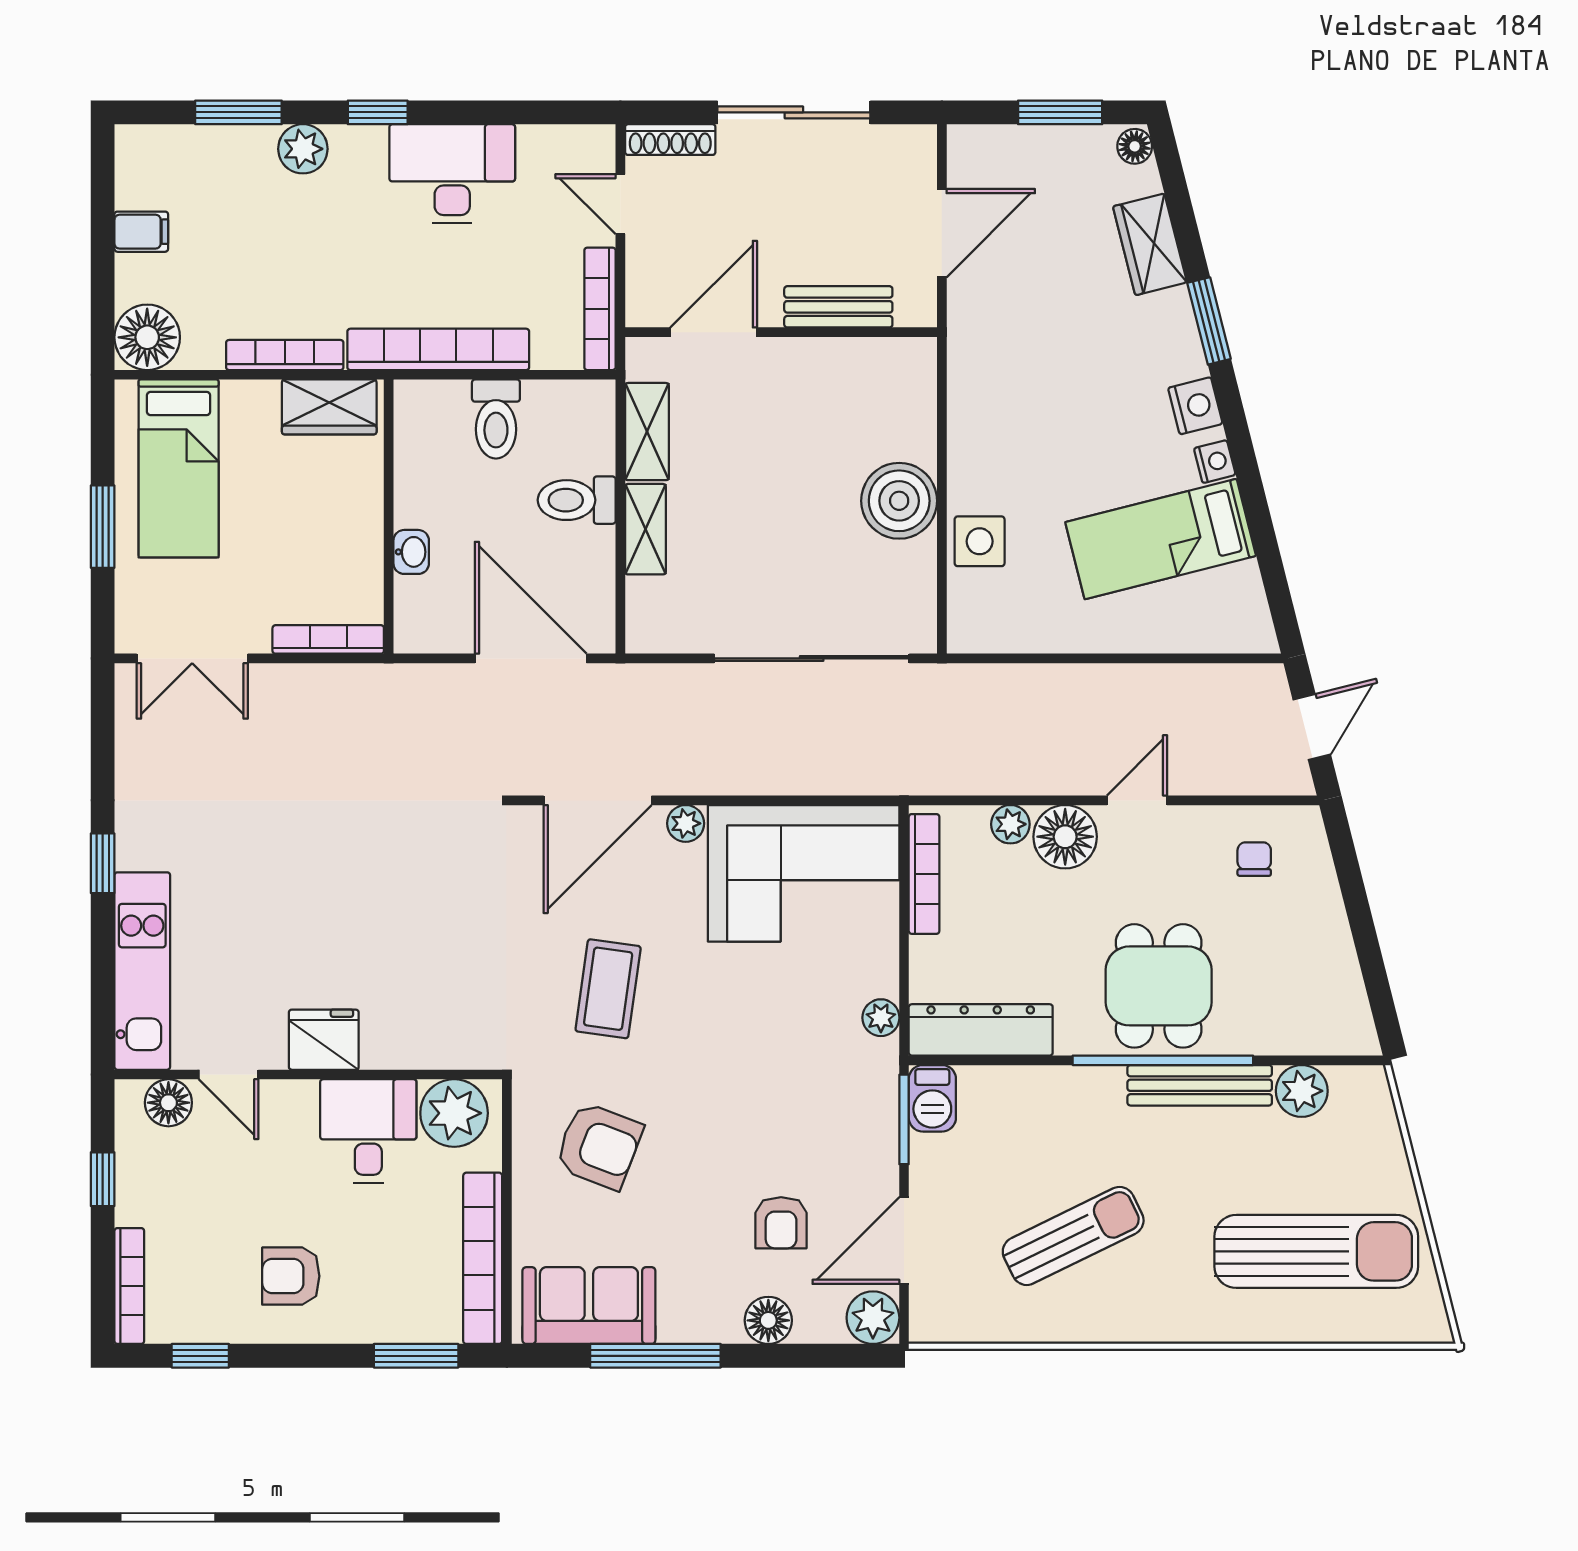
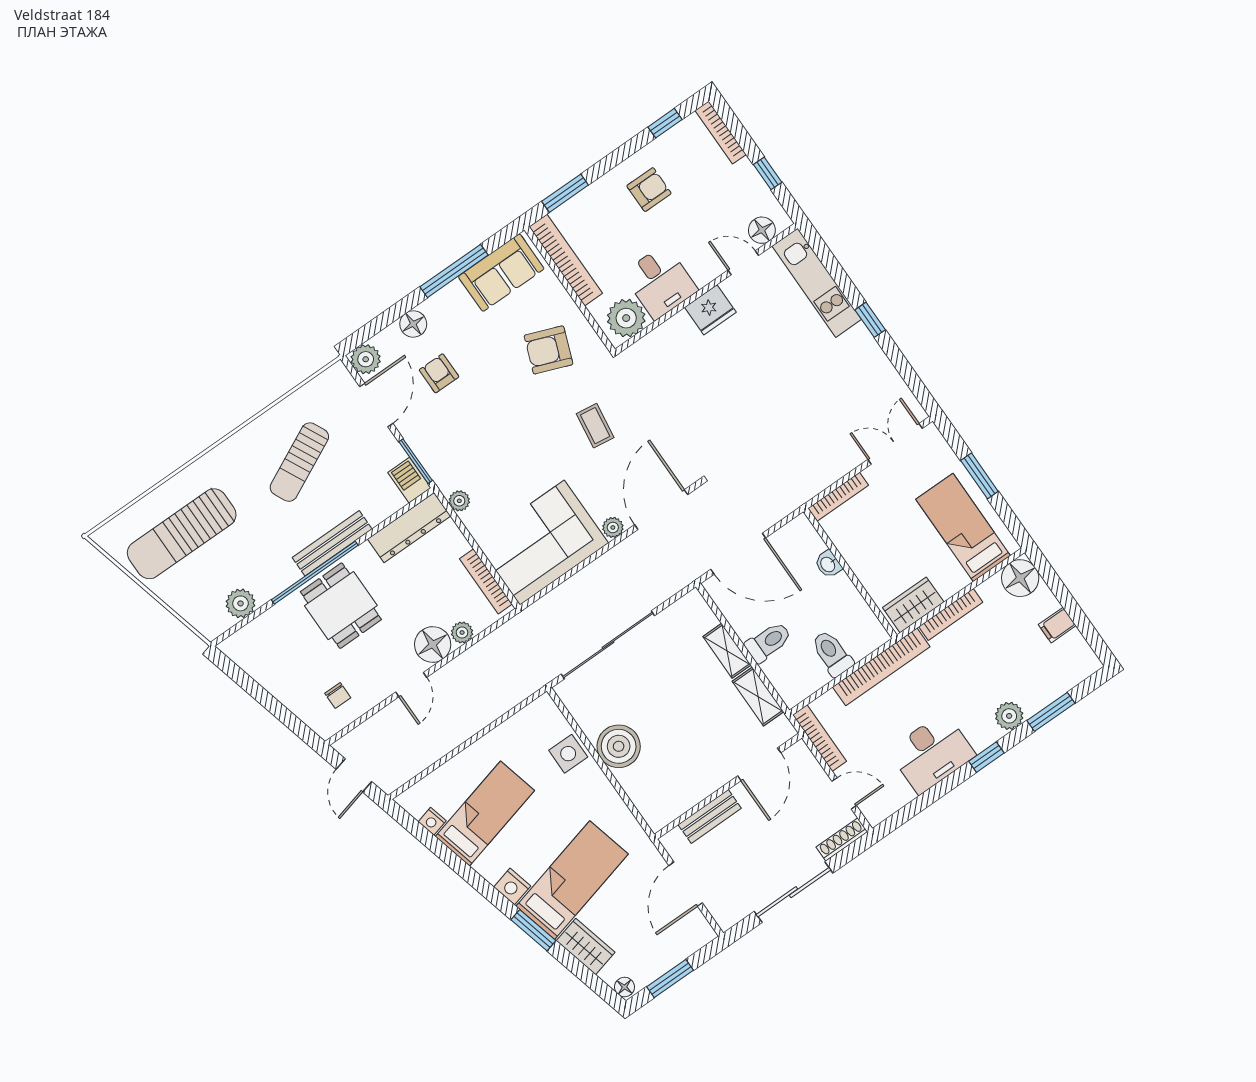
bed: (1102, 354) -> (572, 880), added
nightstand: (1215, 462) -> (432, 821), moved
coffee table: (608, 989) -> (595, 426), width x0.73, depth x0.77
bench: (1200, 1085) -> (332, 543), moved

